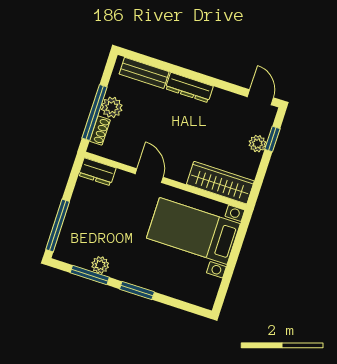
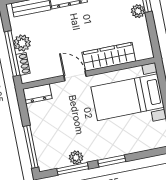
wardrobe: (220, 183) -> (109, 57), moved

